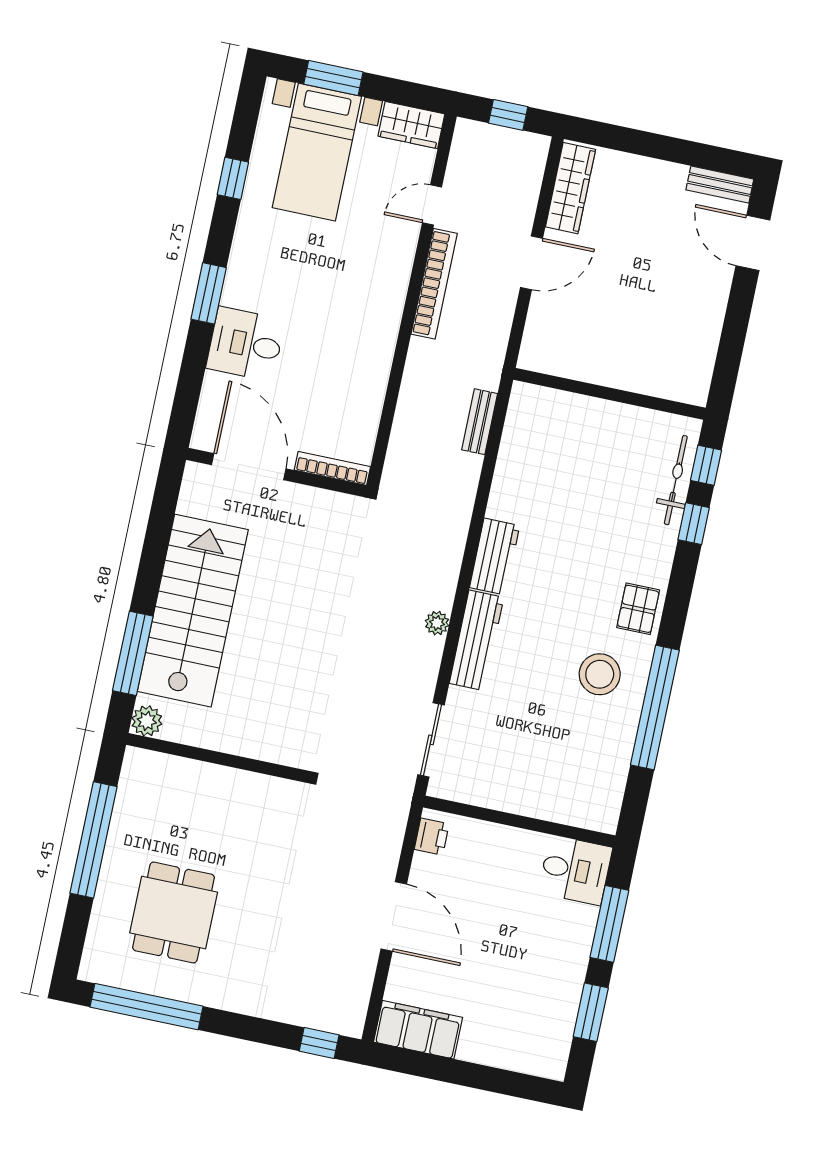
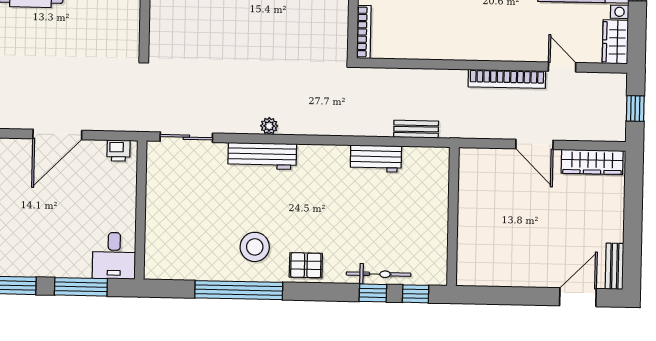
bicycle: (676, 480) -> (379, 274), moved
workbench: (495, 557) -> (376, 159), moved

